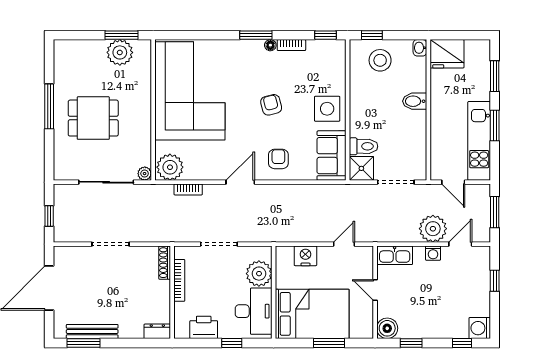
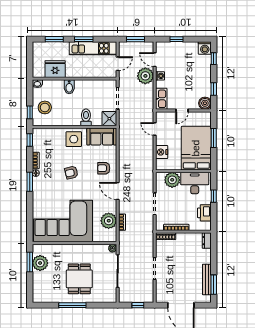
fridge: (447, 54) -> (55, 69), moved, turned -90
toilet: (363, 146) -> (86, 117), moved
plant: (170, 167) -> (109, 221), moved

